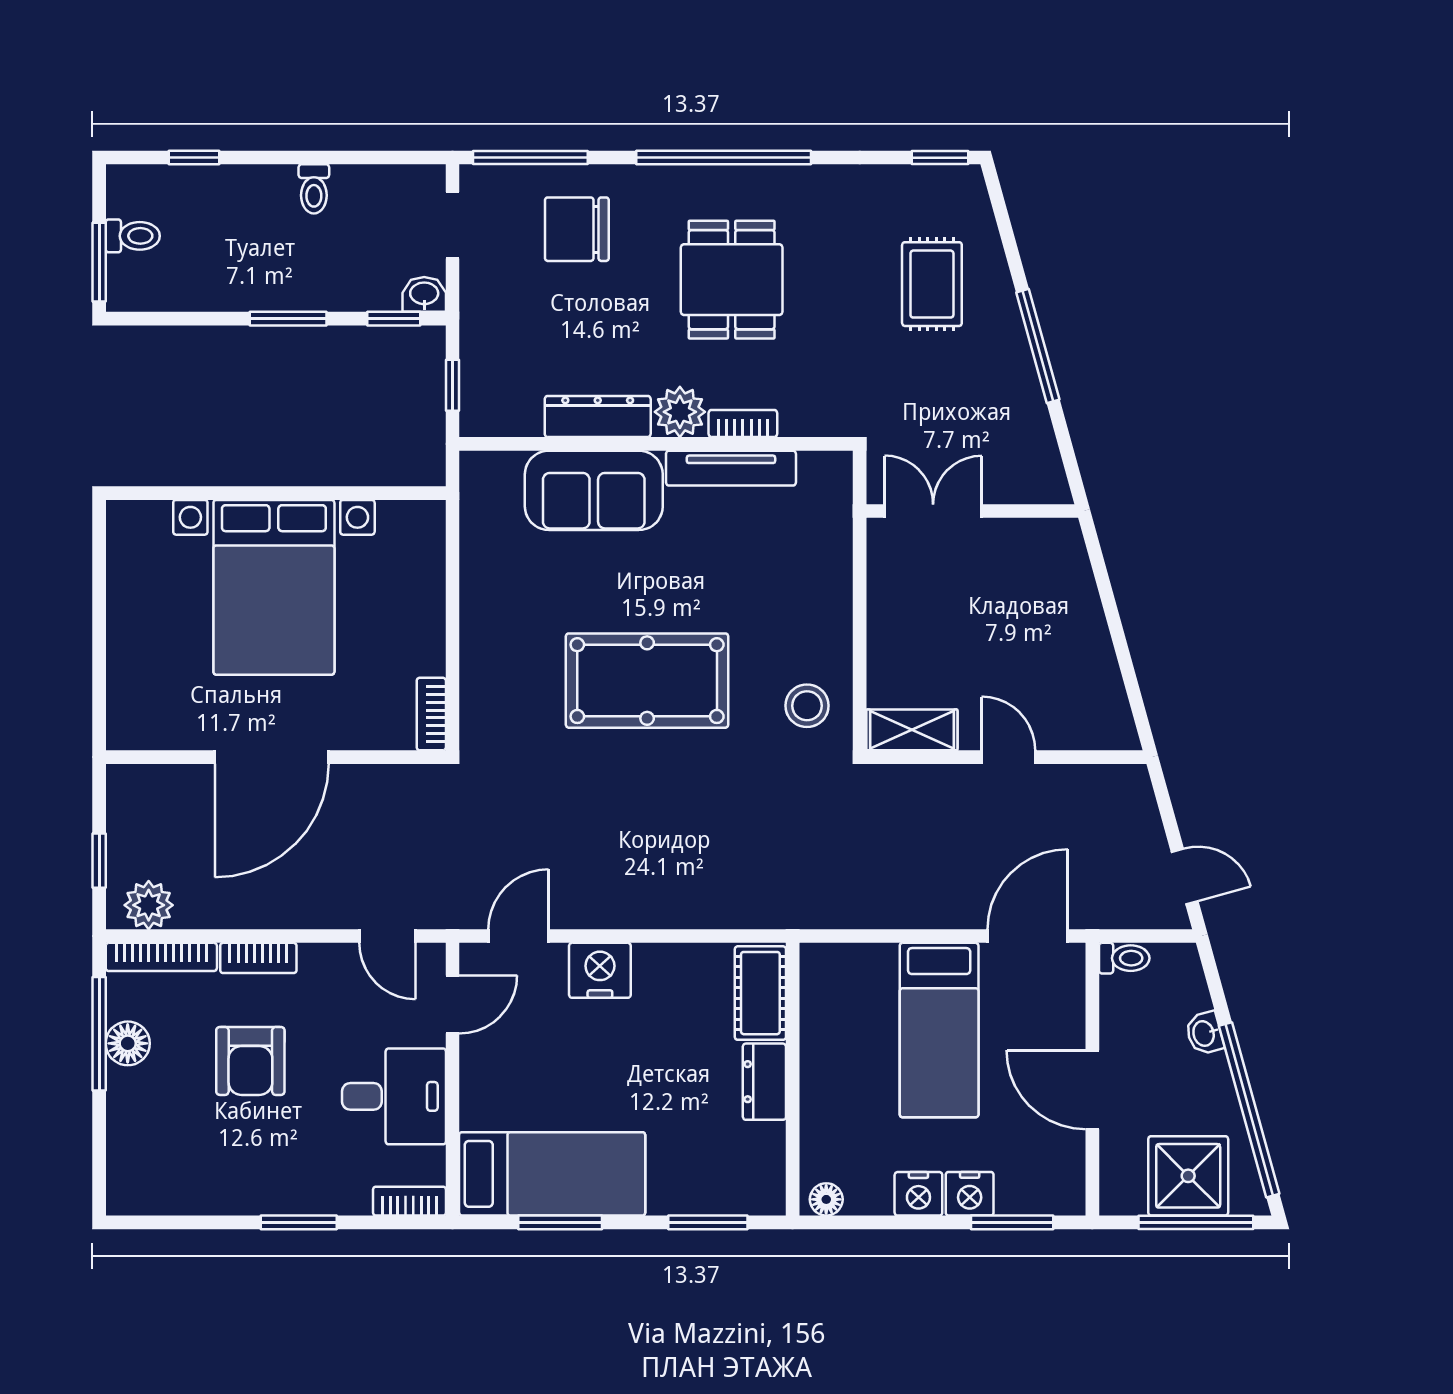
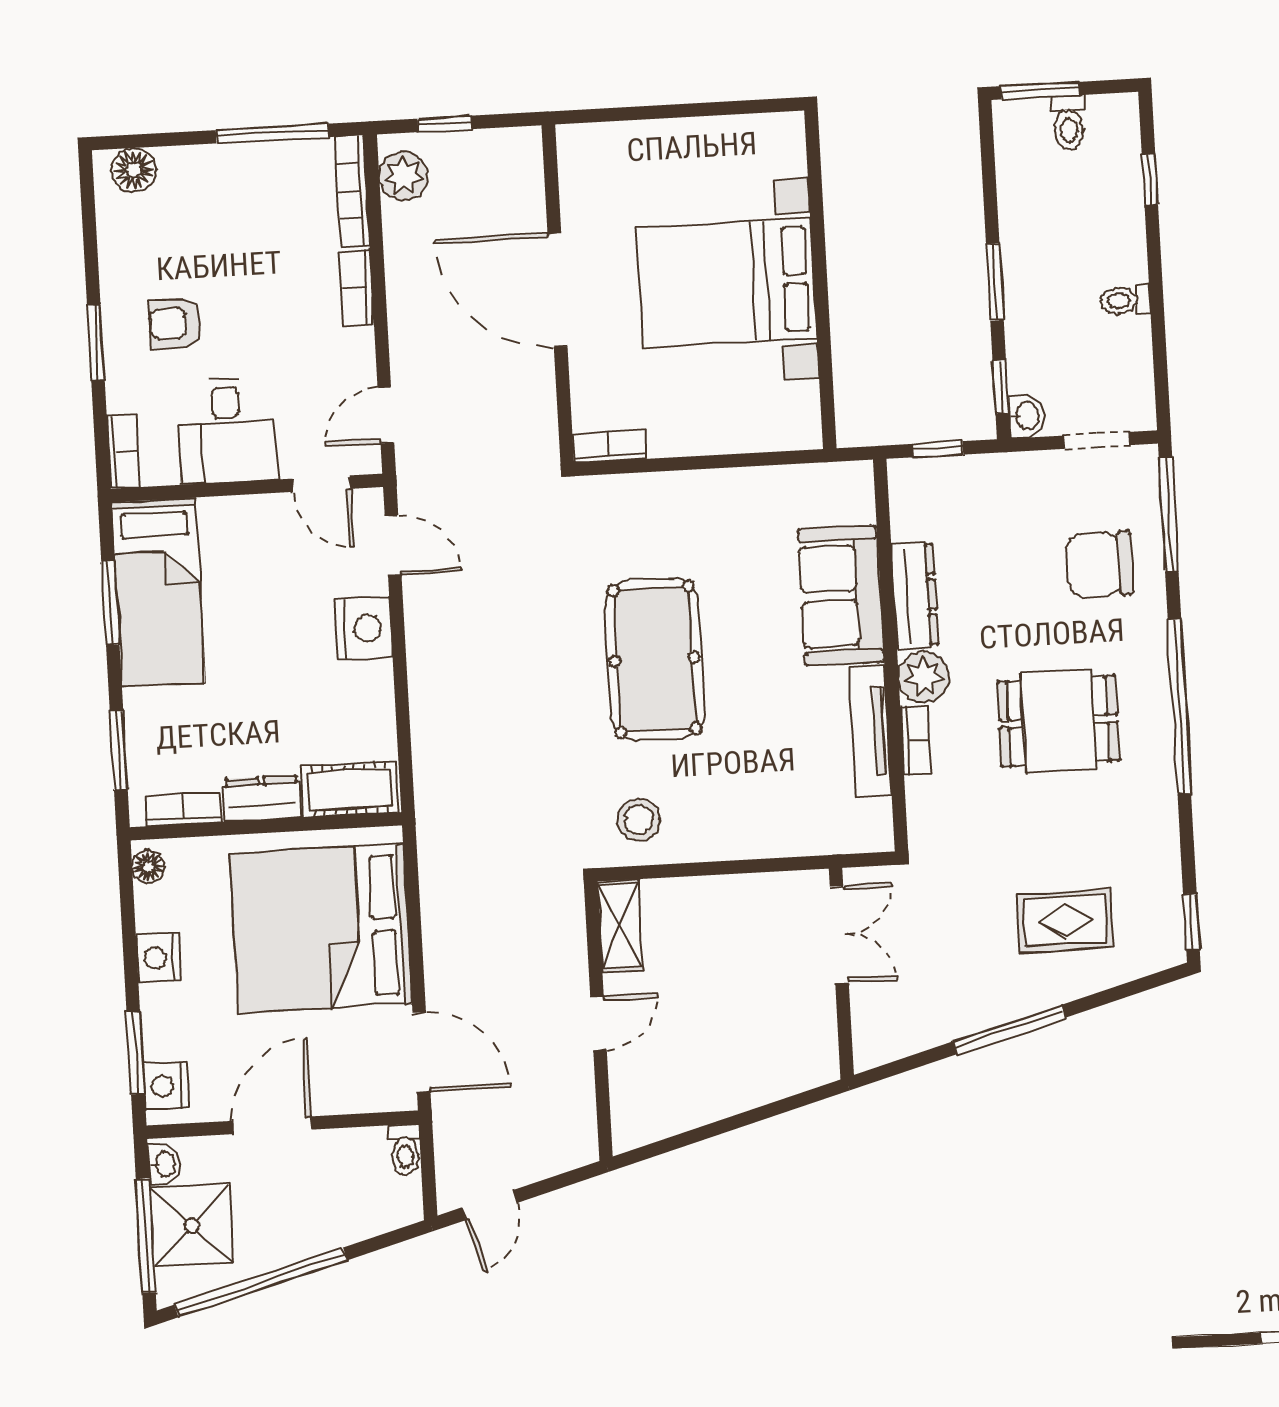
chair: (577, 229) -> (1100, 564), turned -90
bed: (939, 1030) -> (321, 929), width x2.04
washbasin: (1204, 1033) -> (164, 1164), moved, turned 105
floor lamp: (128, 1043) -> (134, 170), moved
armchair: (250, 1061) -> (175, 323), moved, width x0.72, depth x0.72
bookcase: (771, 1161) -> (183, 809), added
nightstand: (970, 1194) -> (166, 1086), moved

